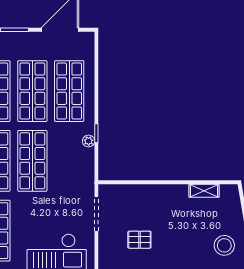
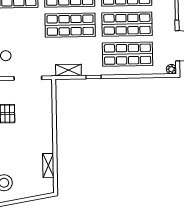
plant: (89, 141) -> (171, 69), moved
shelving: (88, 164) -> (68, 70), added

